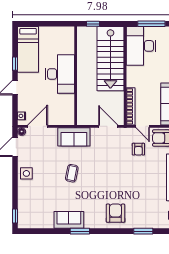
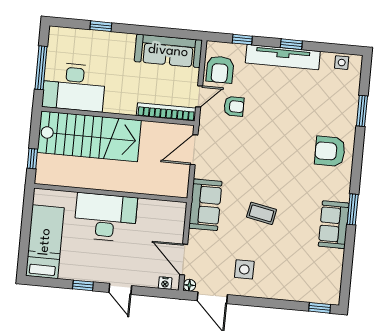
bed: (28, 49) -> (45, 242), moved, turned -90
side table: (26, 173) -> (244, 269), moved

